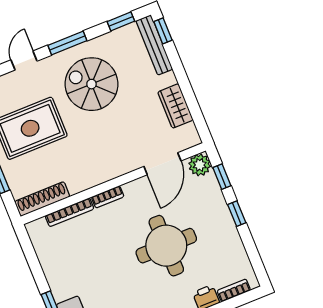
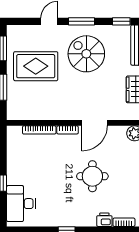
door: (163, 164) -> (95, 123), moved
shoe rack: (42, 199) -> (25, 114), removed
round table: (166, 246) -> (92, 176), width x0.73, depth x0.73

